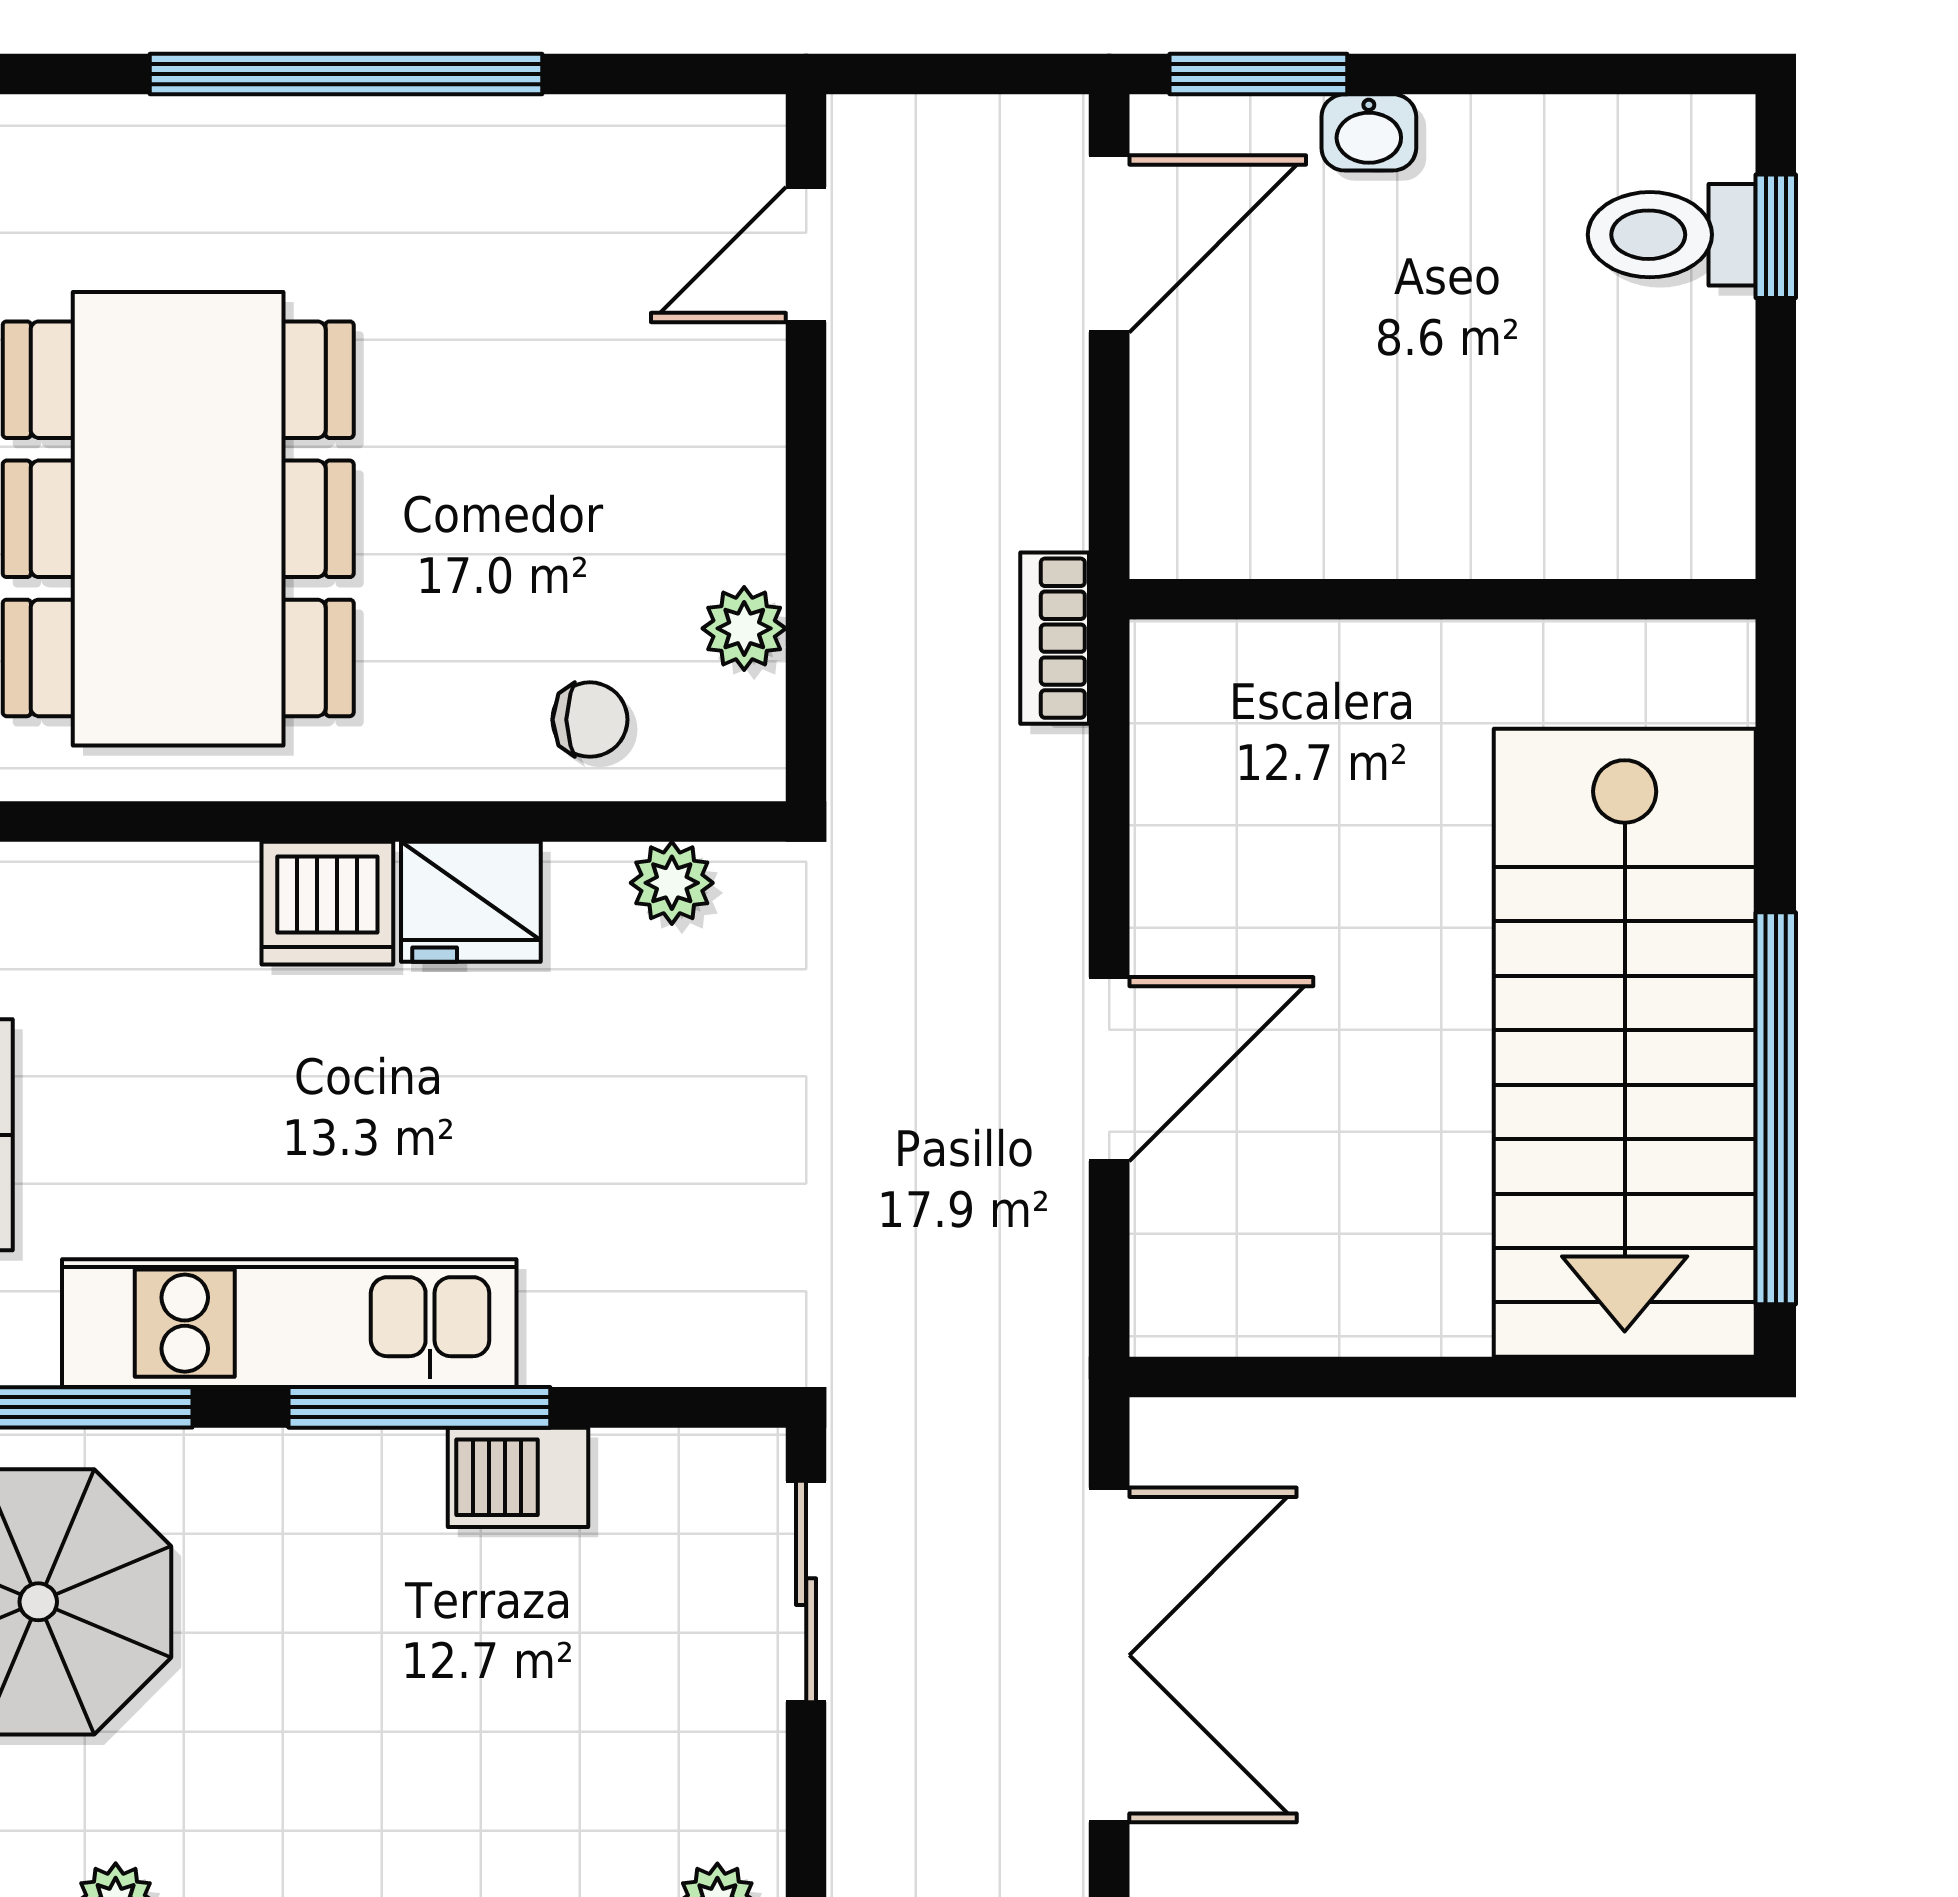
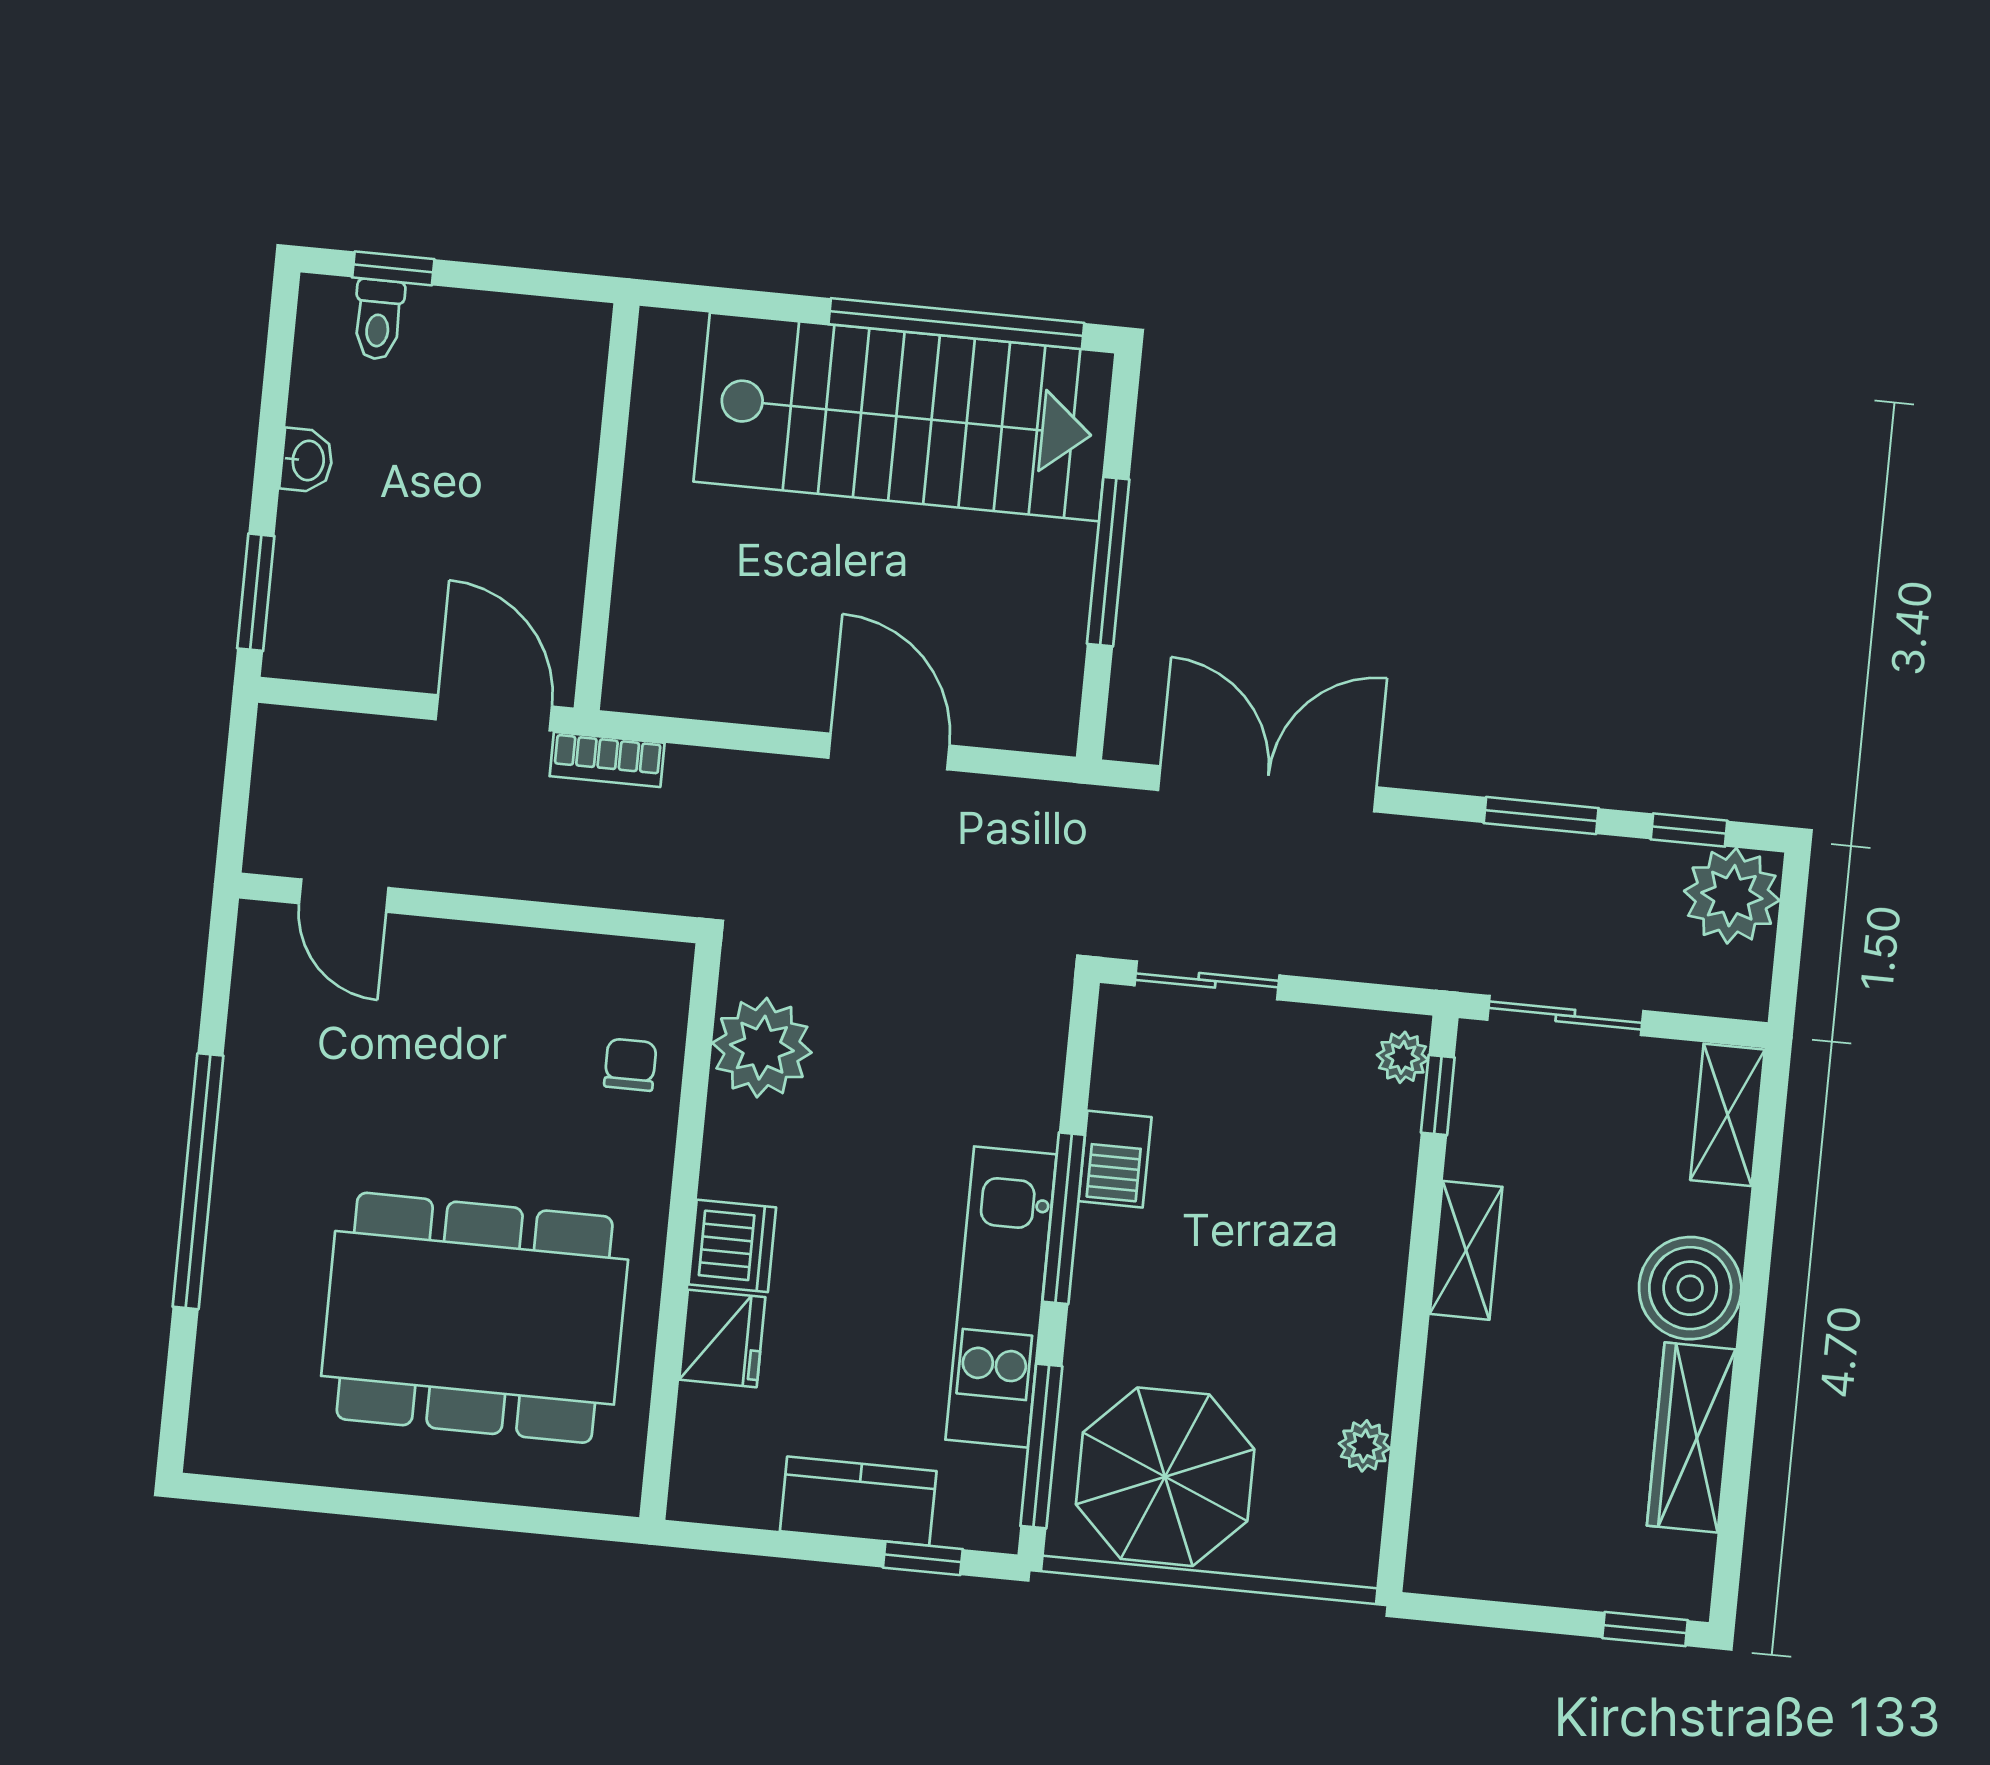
washbasin: (1369, 132) -> (307, 460), moved
toilet: (1672, 235) -> (378, 319), width x0.73, depth x0.72
door: (1109, 244) -> (494, 713), moved
plant: (744, 628) -> (581, 959), removed
plant: (672, 883) -> (762, 1048), width x1.87, depth x1.87
fridge: (471, 902) -> (722, 1338), moved
window: (1433, 1377) -> (1108, 562), added

